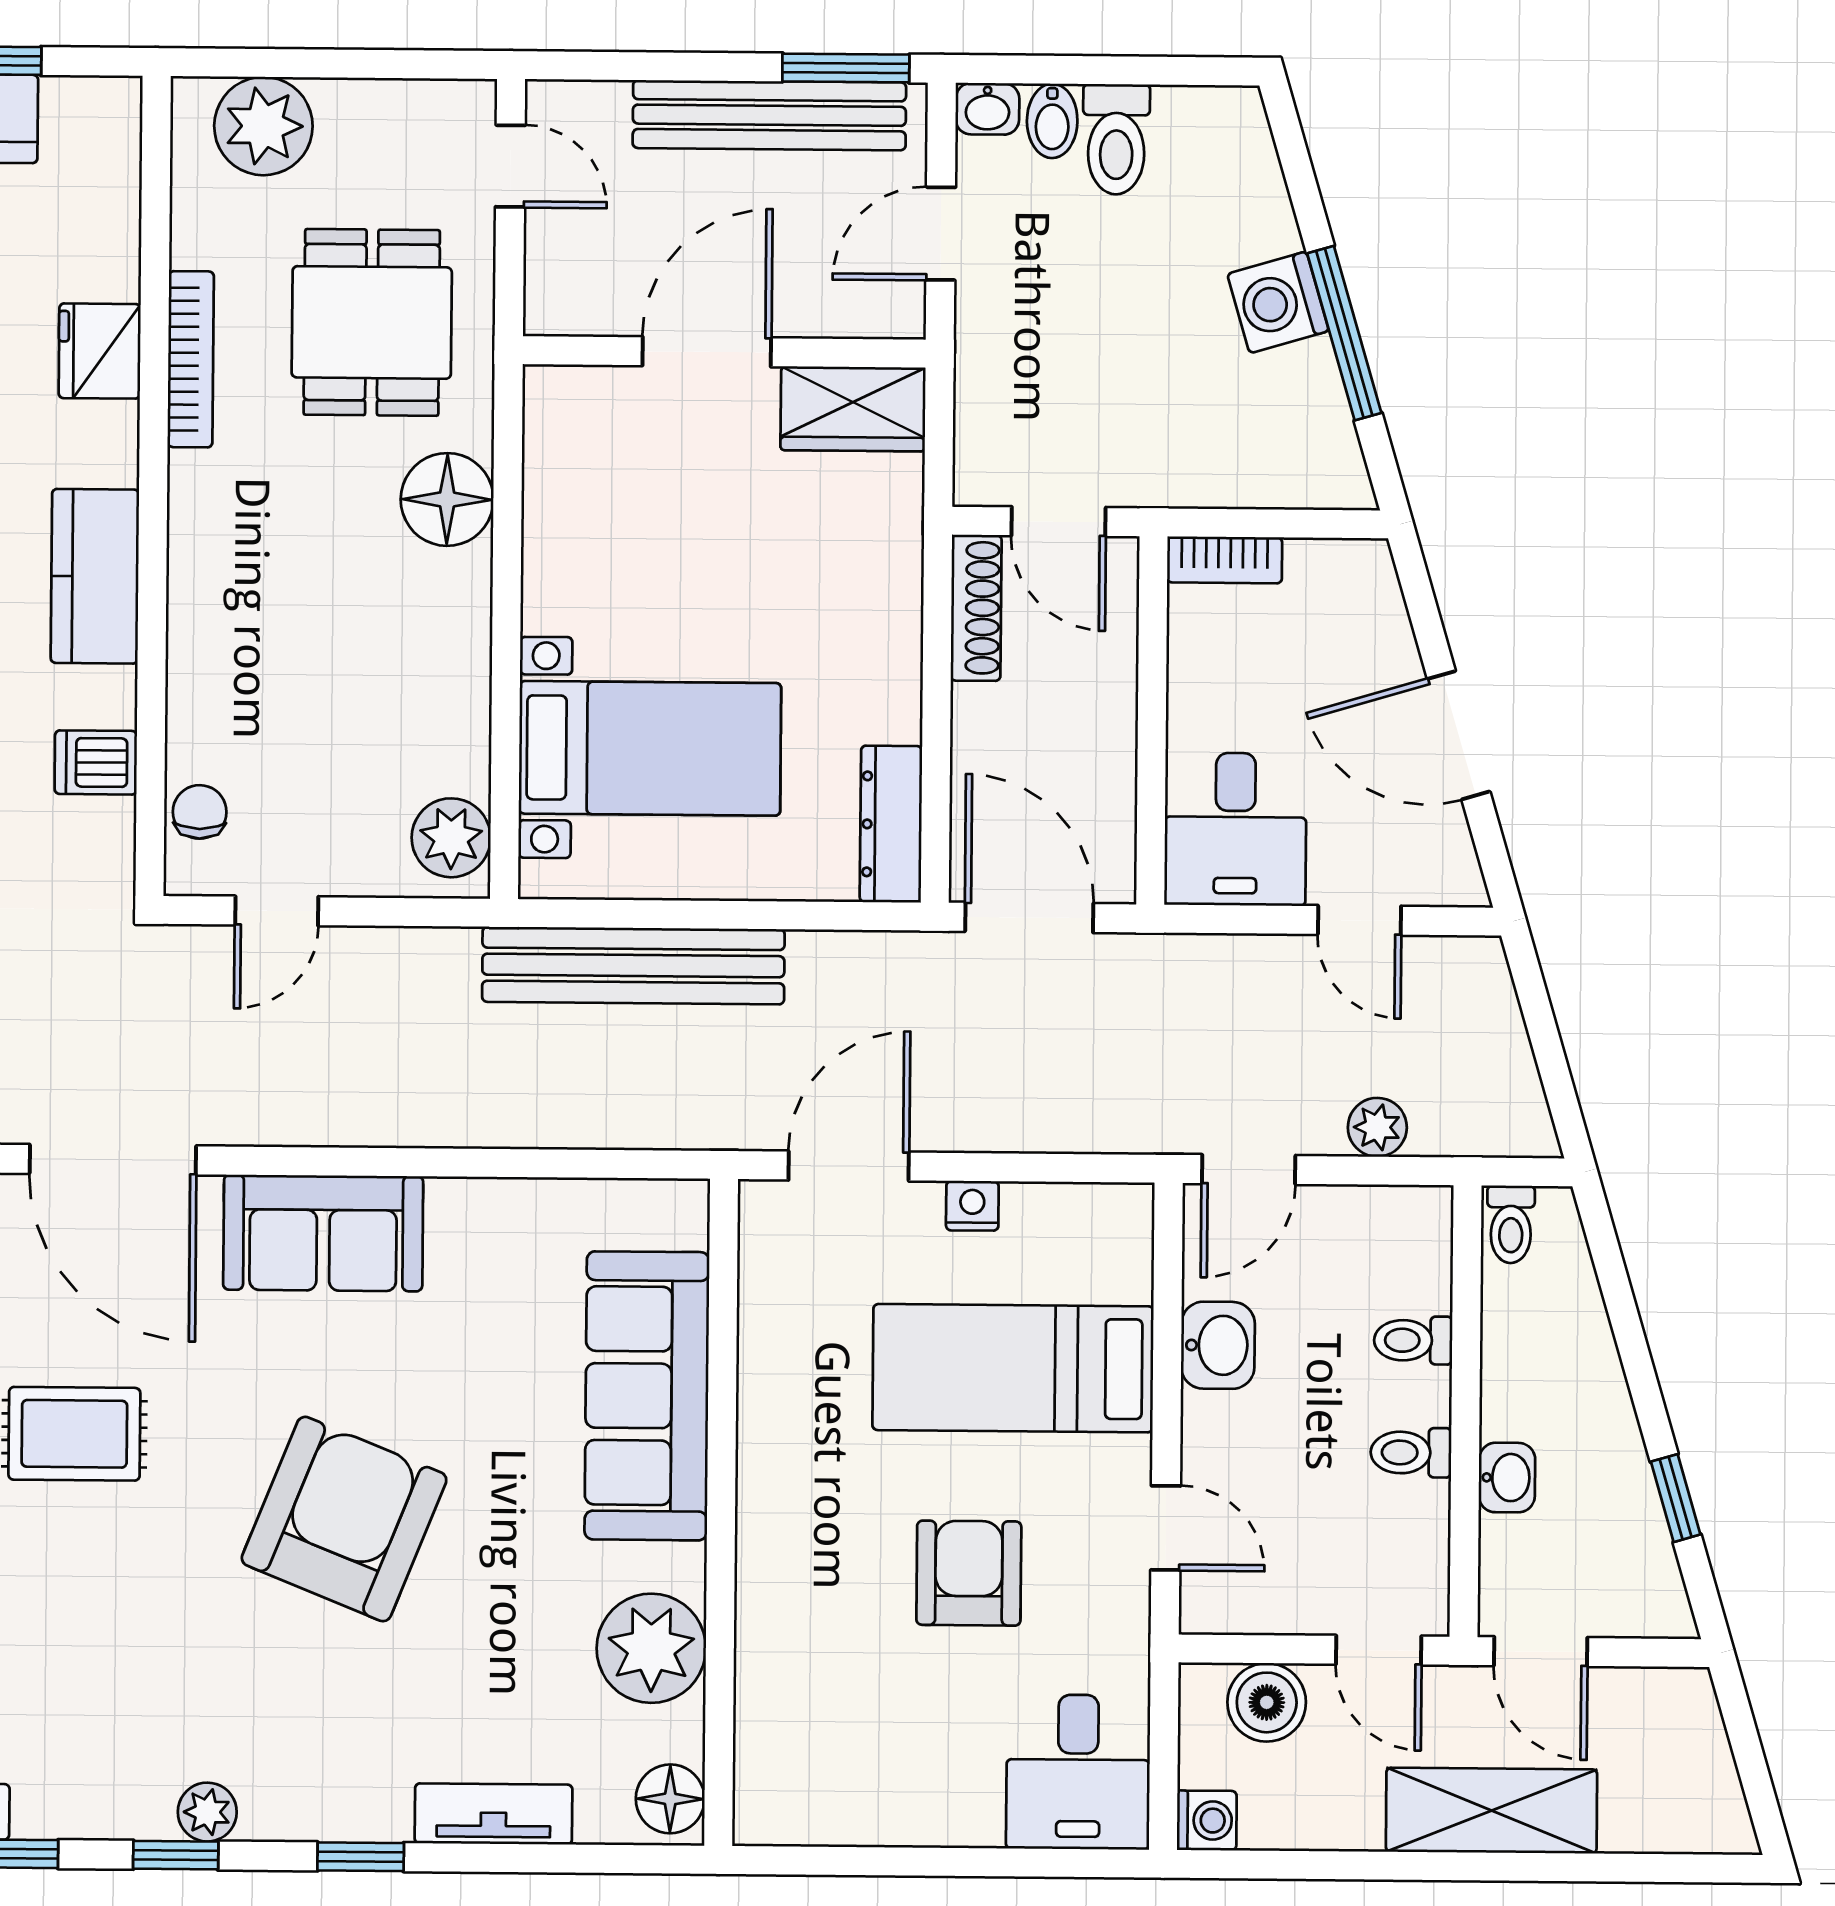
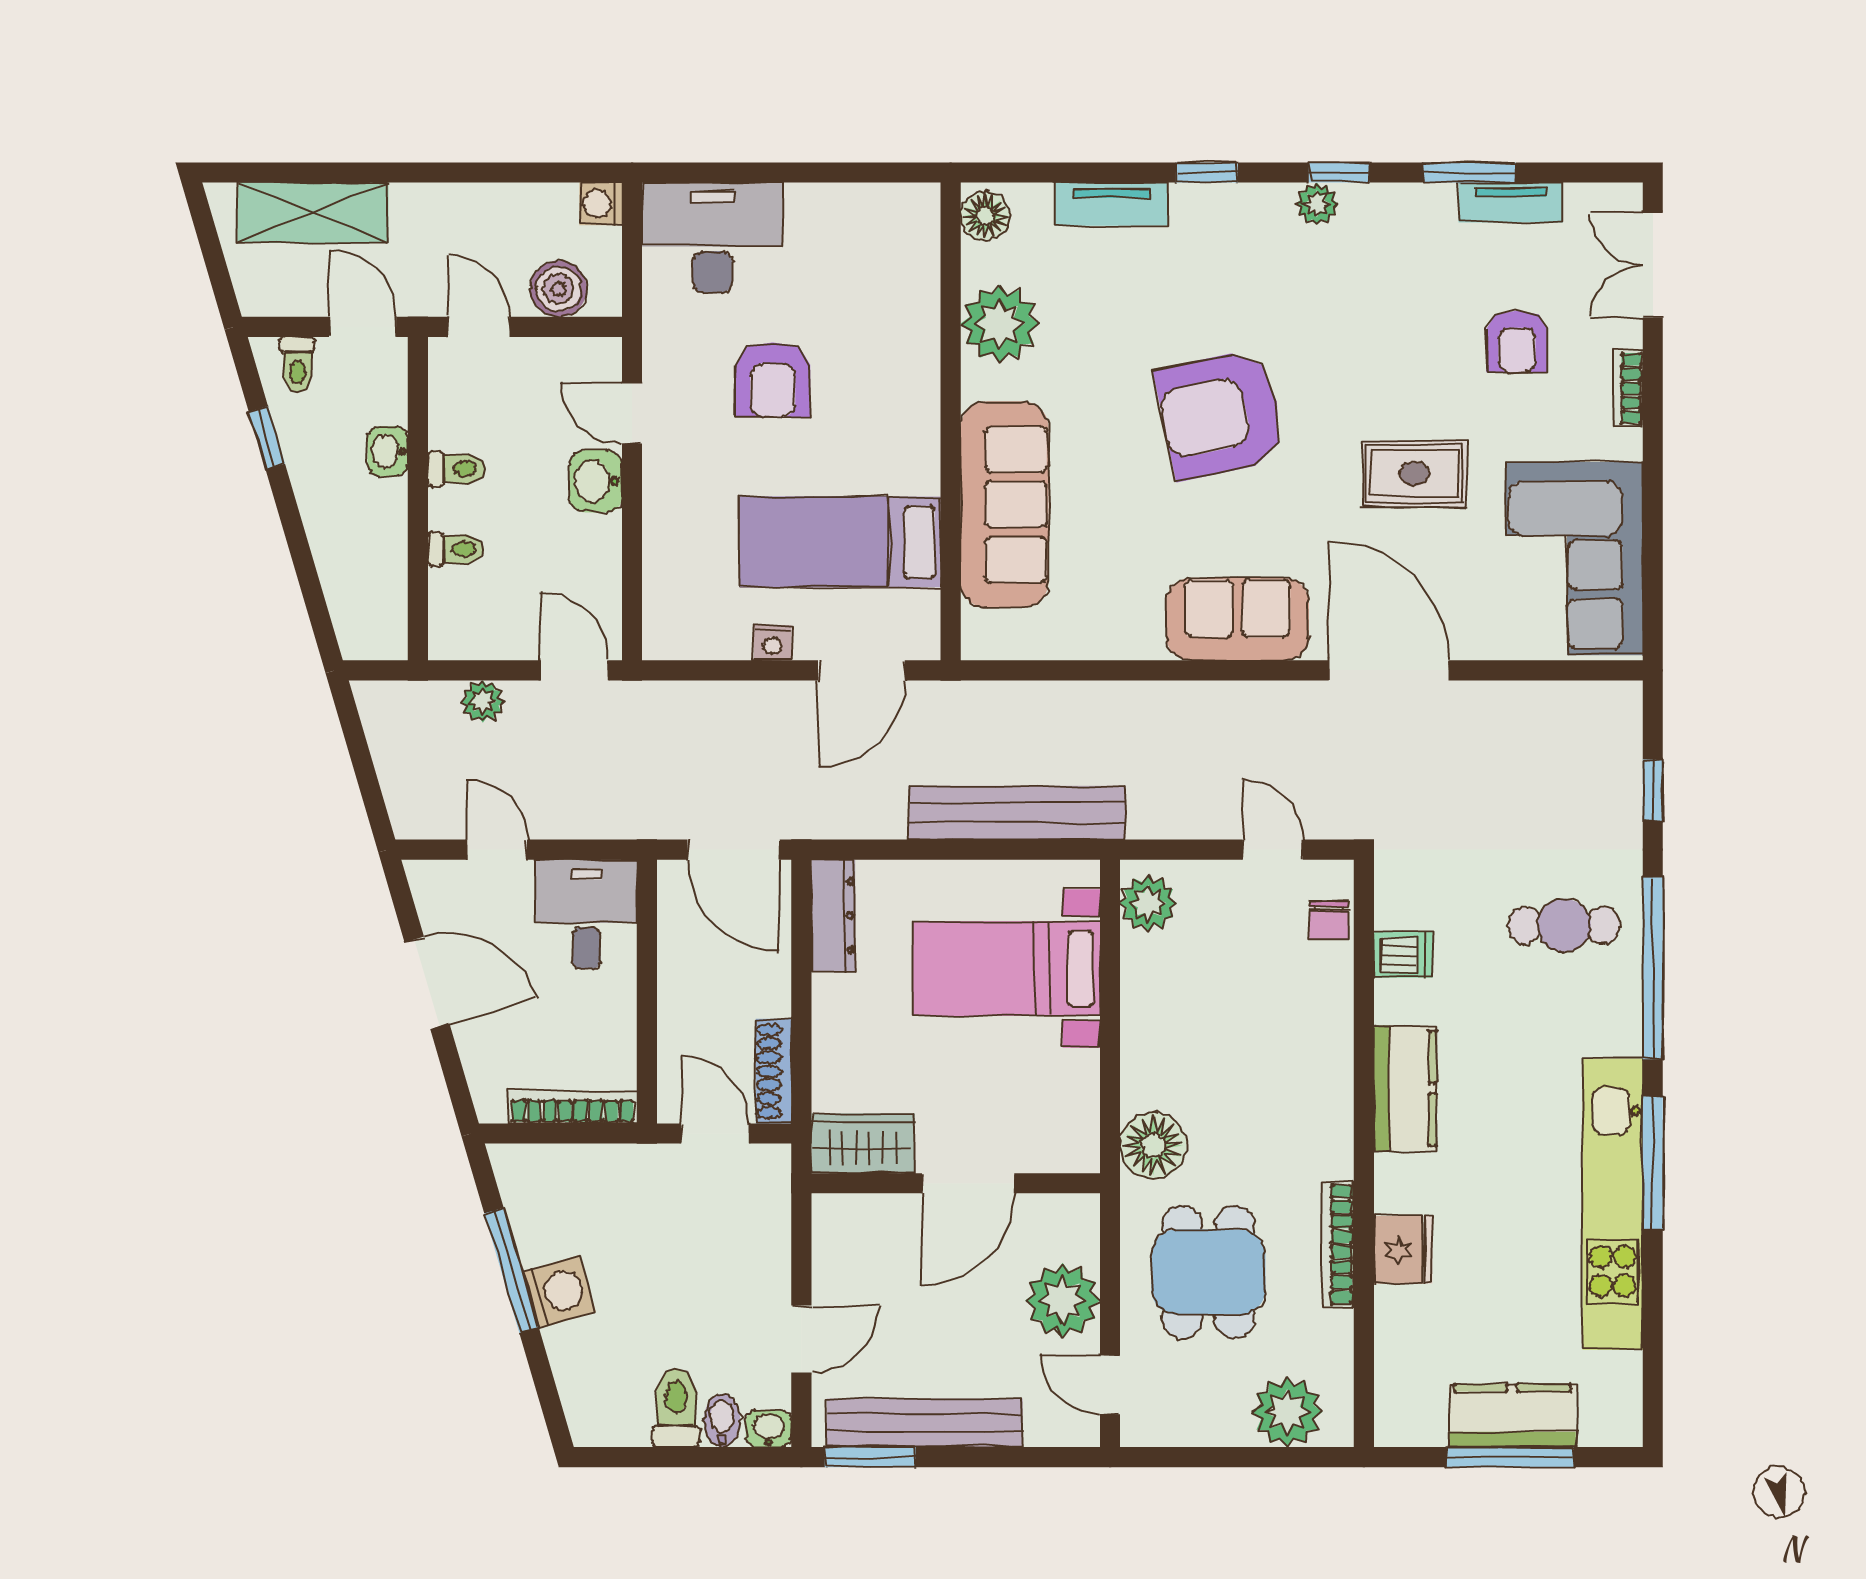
plant: (575, 285) -> (1063, 1300), added
door: (707, 352) -> (968, 1183), moved
wall: (724, 352) -> (956, 1183), moved
wardrobe: (853, 409) -> (863, 1143), moved
bookcase: (1225, 560) -> (573, 1107), width x1.56
door: (277, 911) -> (1273, 850), hinge flipped
door: (1249, 1170) -> (575, 670), hinge flipped
toilet: (1511, 1224) -> (298, 365), moved, turned 180
washbasin: (1218, 1345) -> (596, 481), moved
bed: (1013, 1368) -> (840, 542), moved, turned 180
armchair: (344, 1519) -> (1221, 414), turned 56
desk: (1078, 1772) -> (712, 238), width x1.37
shelving: (1491, 1811) -> (313, 213), moved

